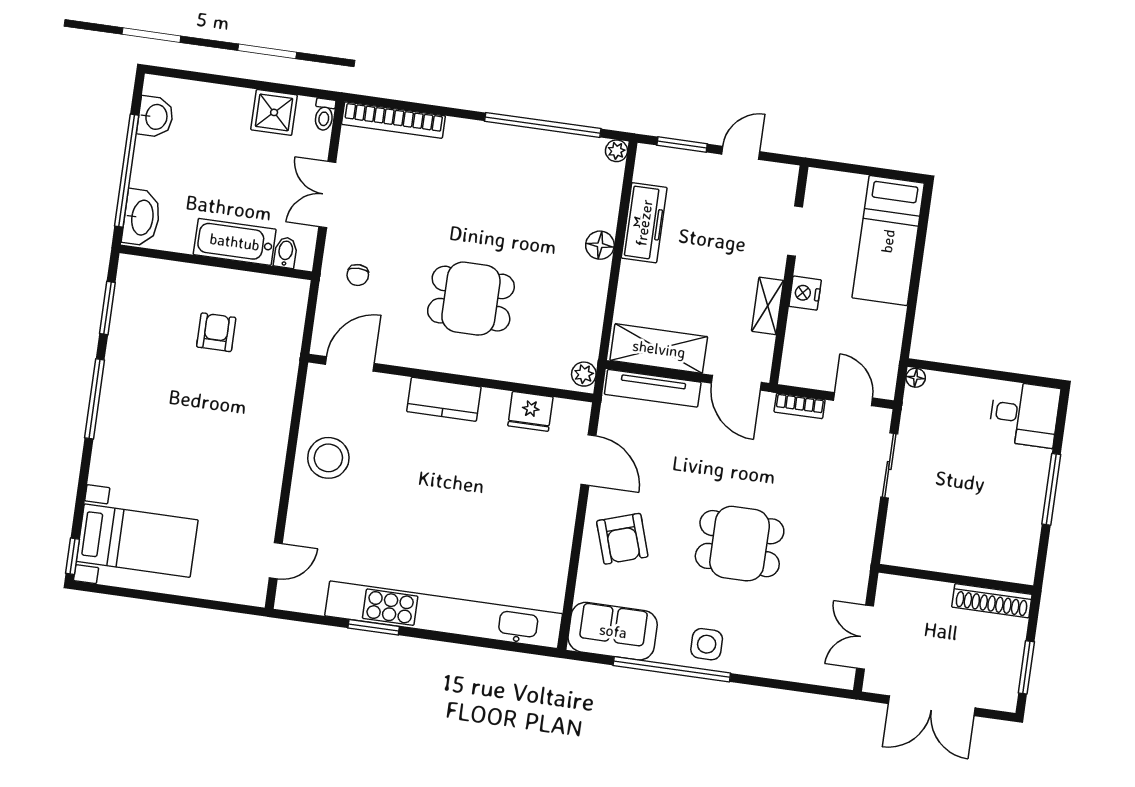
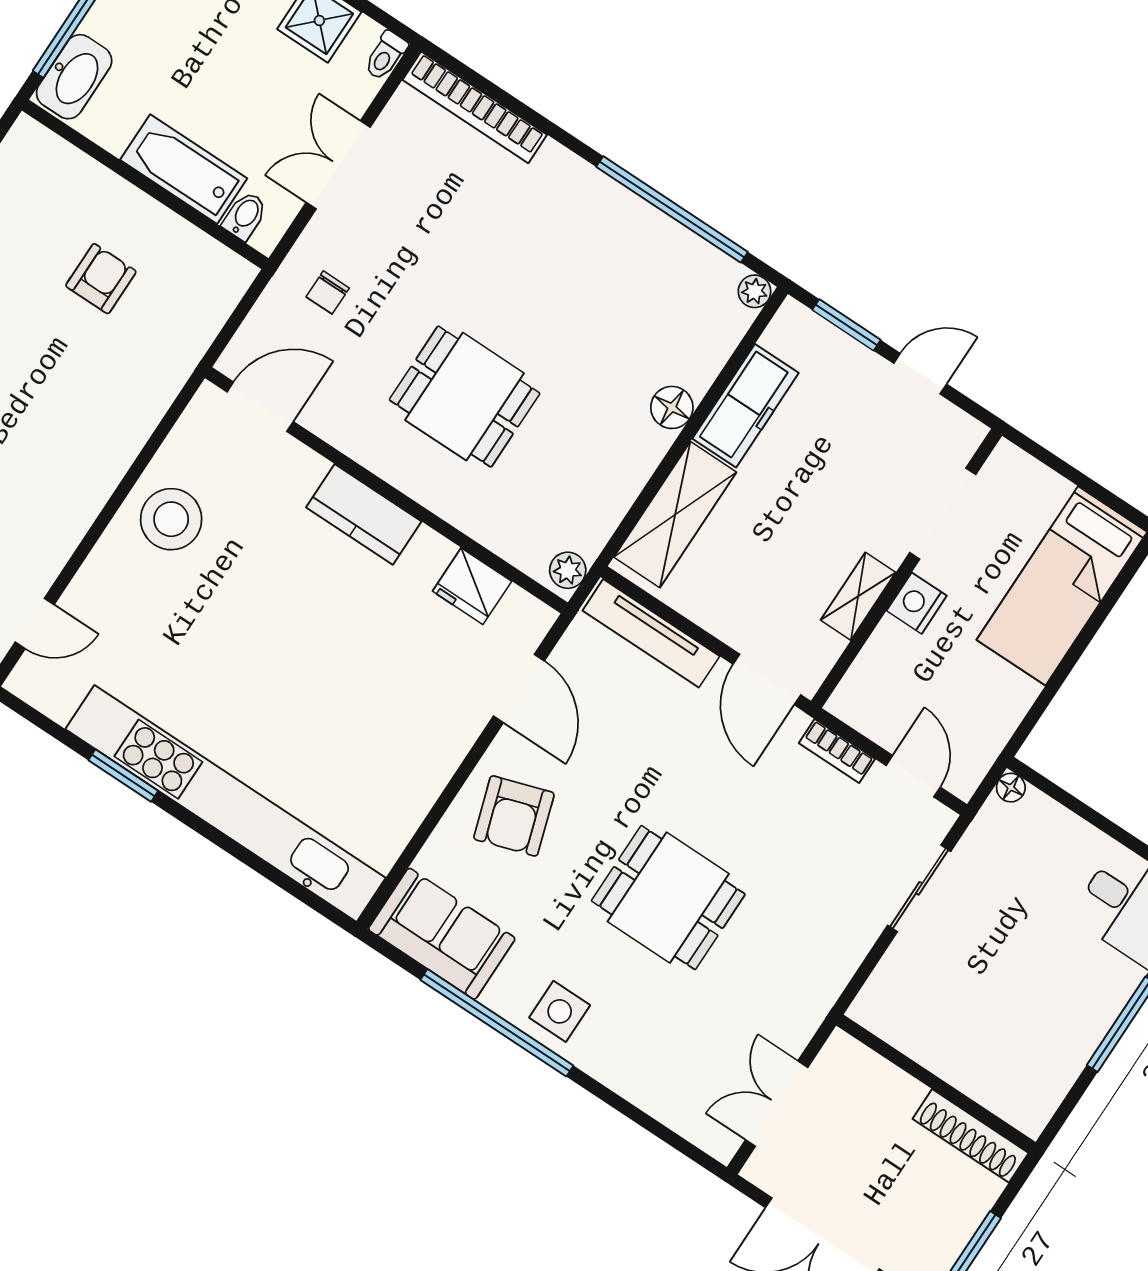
doorway: (795, 231) -> (943, 514), width x1.38
shelving: (659, 349) -> (675, 515), moved, turned 90

